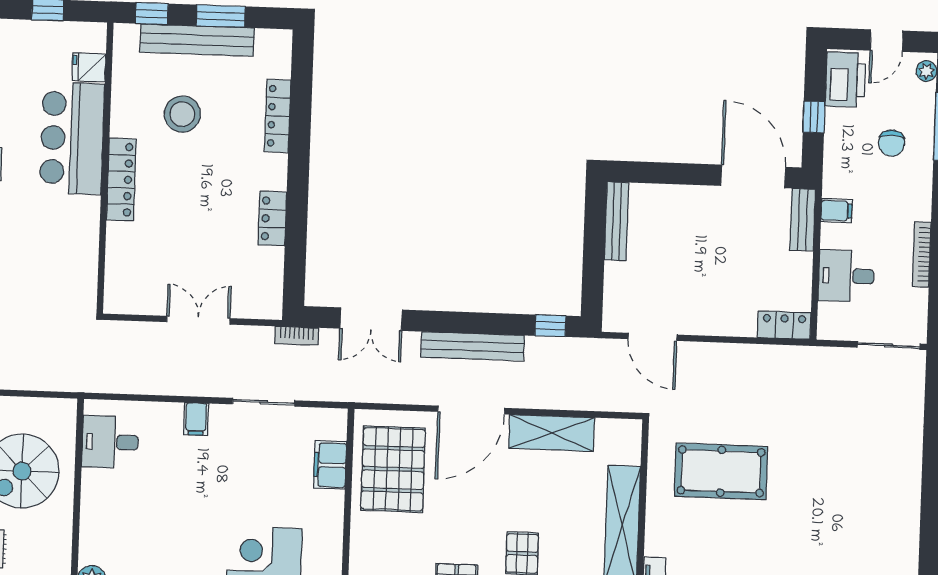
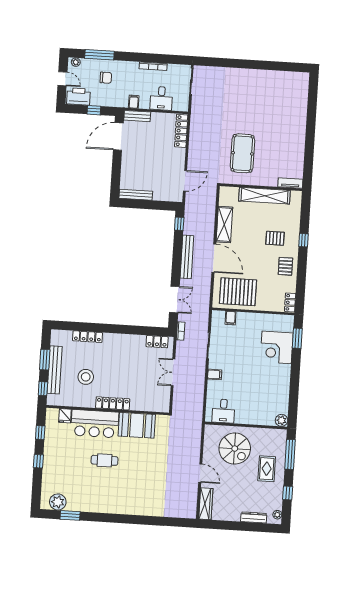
locker: (272, 219) -> (157, 342), moved
booth: (71, 238) -> (137, 425), added
locker: (784, 325) -> (181, 131), width x1.53
filing cabinet: (330, 465) -> (231, 318), width x0.50

